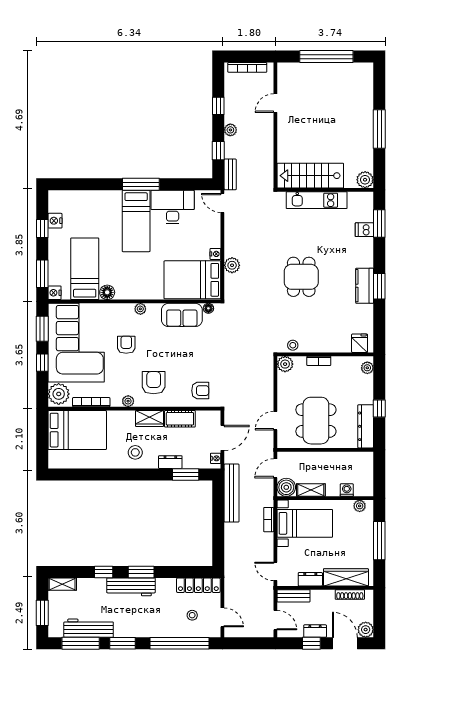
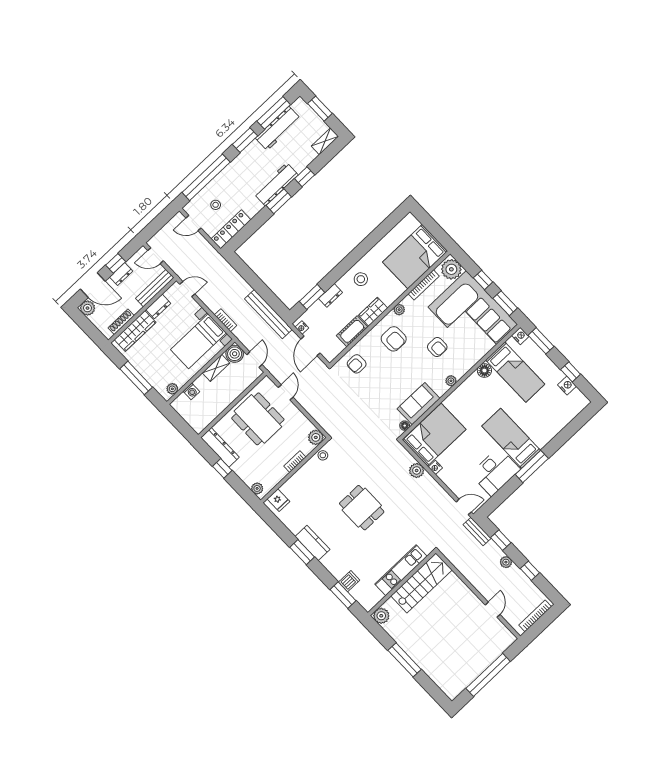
bench: (294, 596) -> (155, 288), width x1.36

